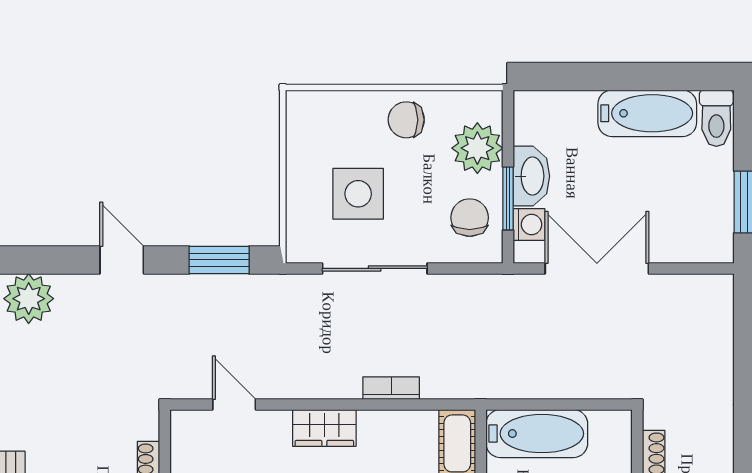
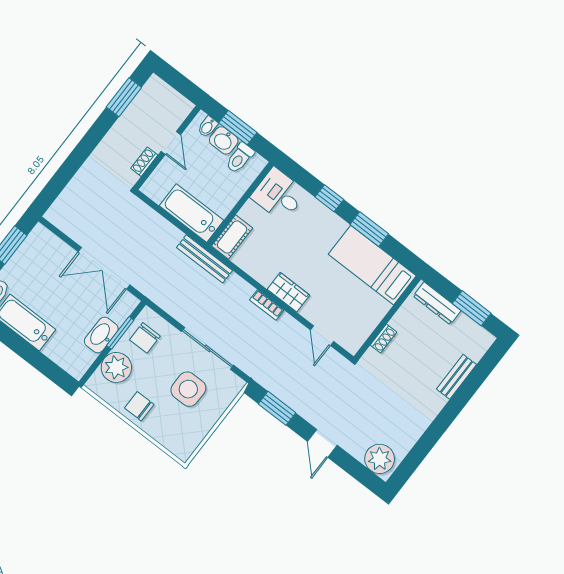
chair: (406, 120) -> (139, 406), turned 180
washing machine: (529, 225) -> (120, 313), removed
bench: (472, 385) -> (205, 259), added
bookcase: (391, 388) -> (267, 305), moved

